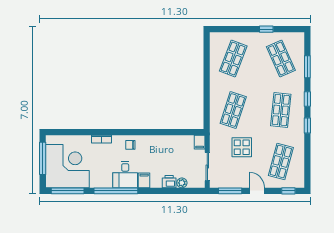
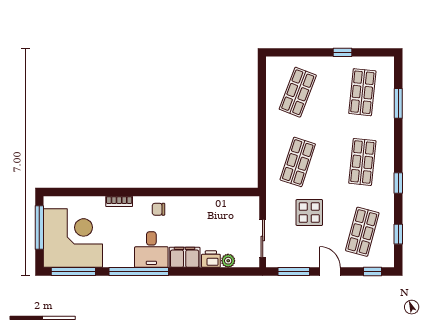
shop shelf: (281, 59) -> (362, 92), turned 30
window: (307, 99) -> (398, 234), moved
filing cabinet: (200, 142) -> (252, 205), removed
filing cabinet: (144, 180) -> (185, 257), width x2.00

